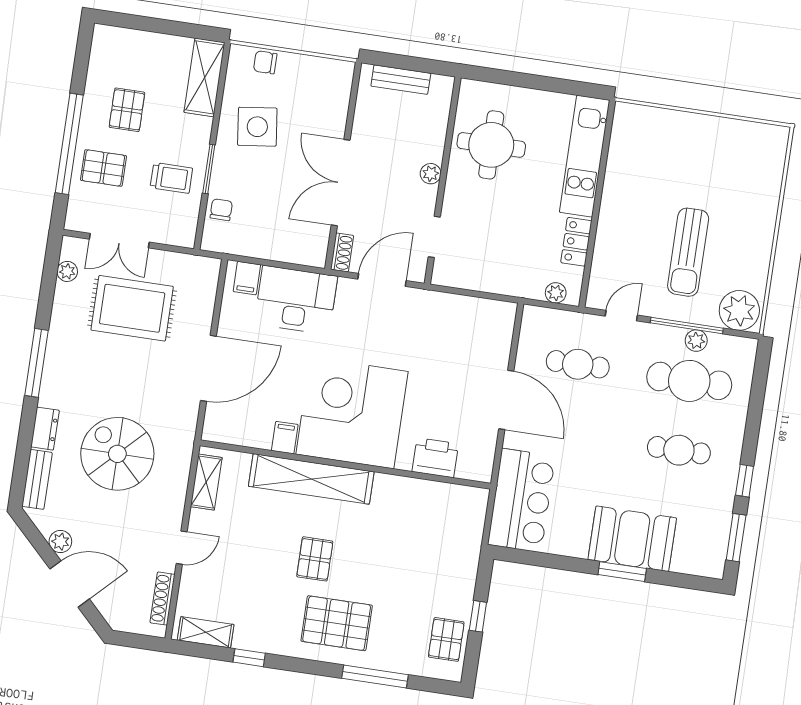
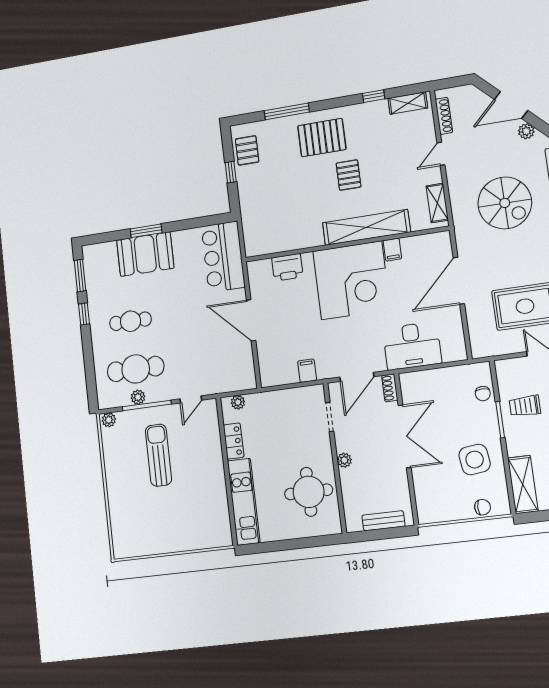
filing cabinet: (247, 278) -> (307, 371), moved
plant: (739, 310) -> (109, 420), width x0.53, depth x0.53
cafe table: (578, 364) -> (211, 358), removed

